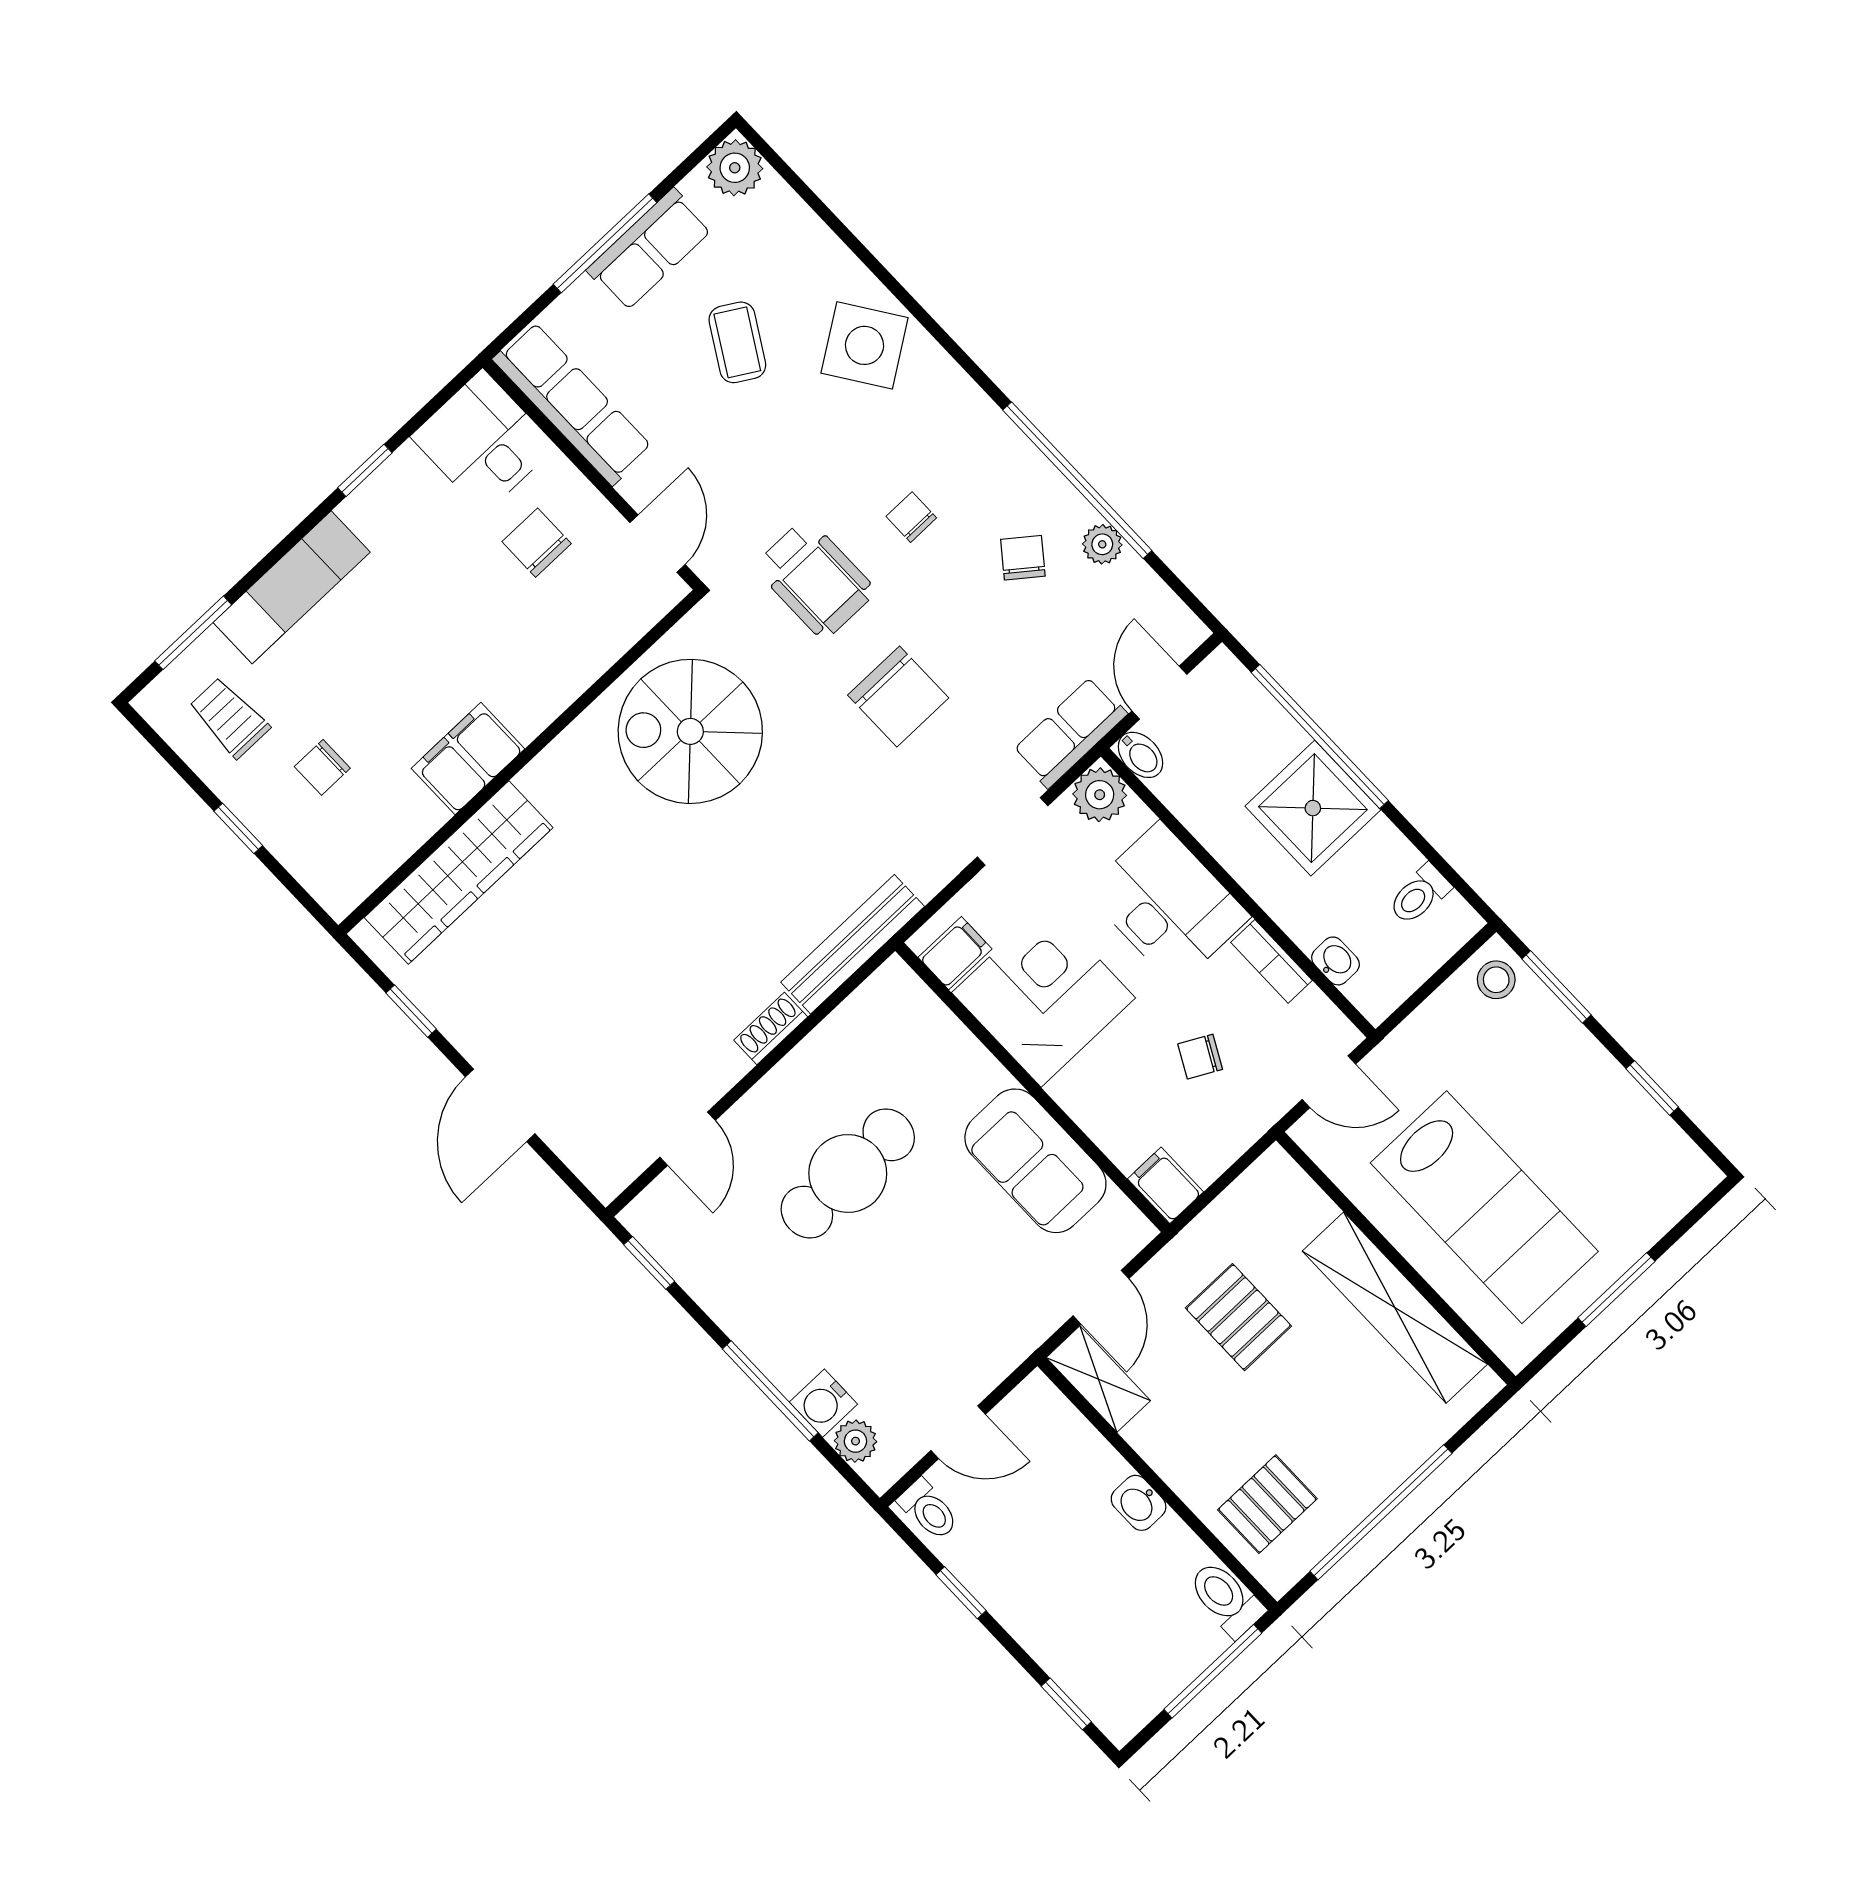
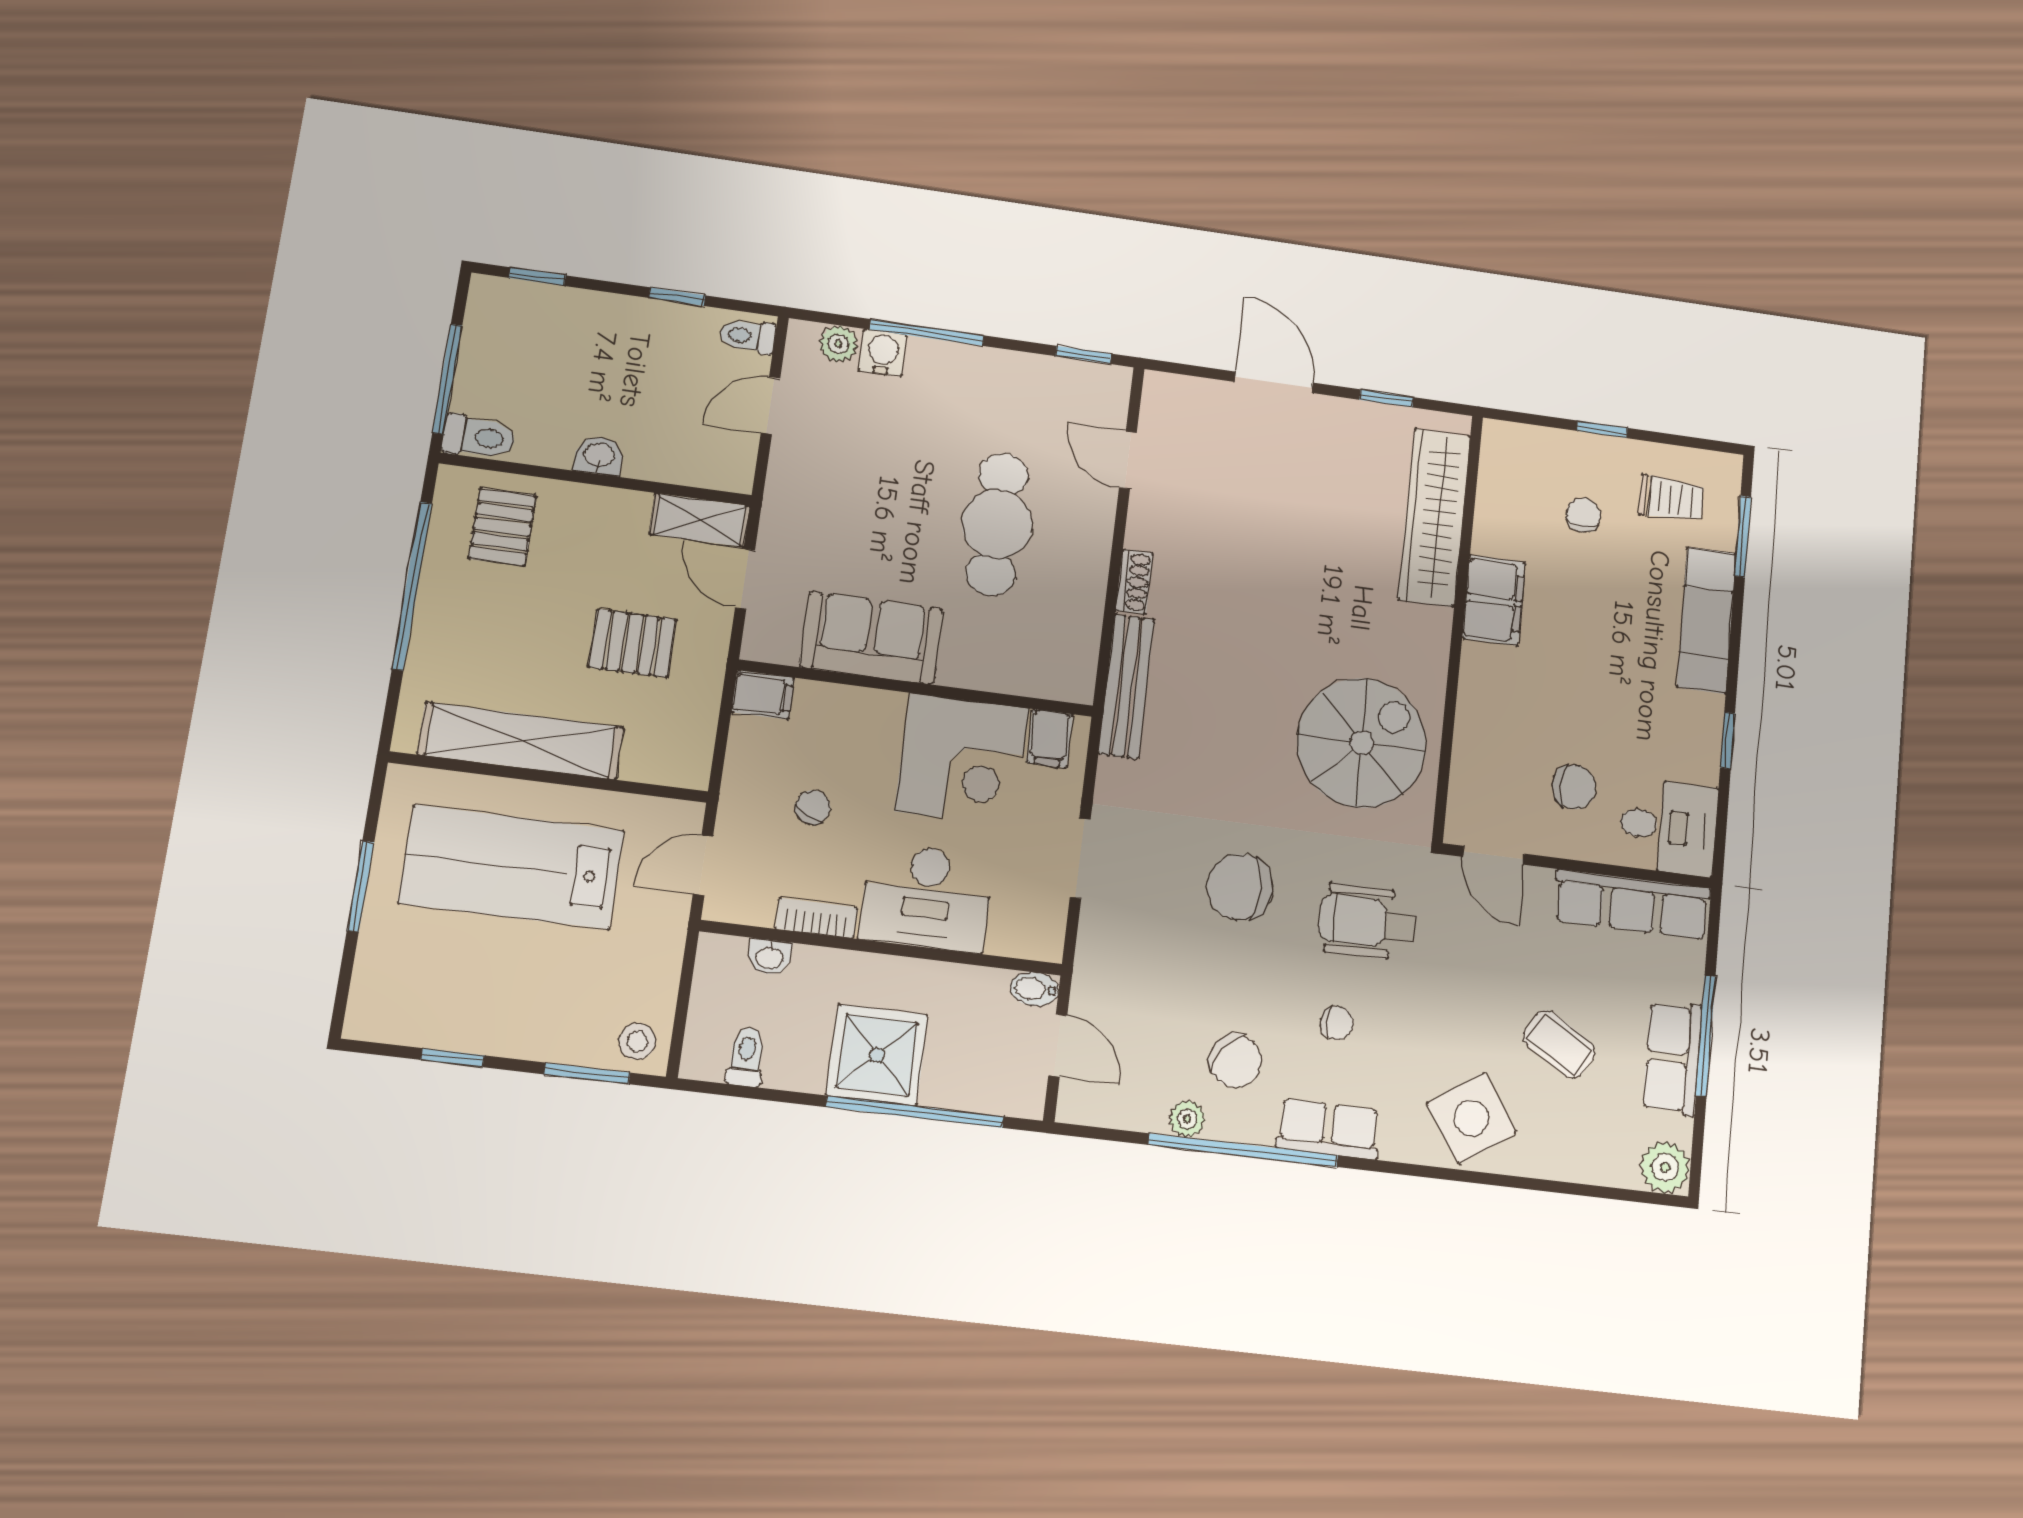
chair: (1023, 558) -> (1235, 1061), width x1.37, depth x1.37
row of seats: (1070, 732) -> (1328, 1129), moved, turned -90
plant: (1100, 795) -> (1040, 936), removed

